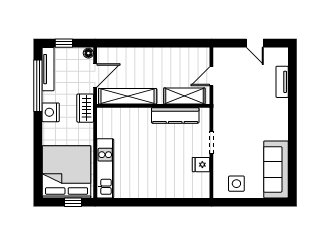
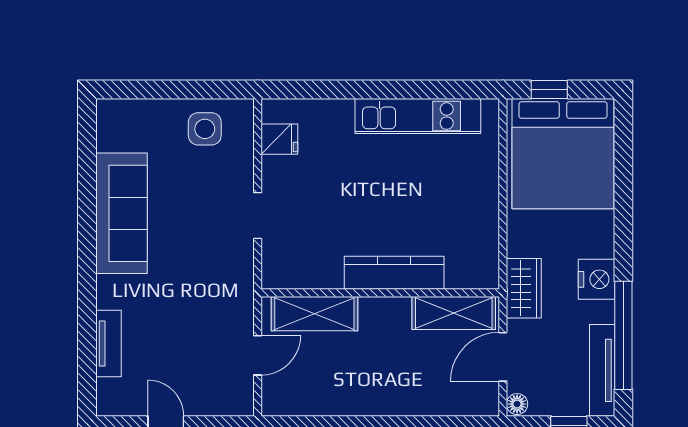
shelving: (128, 96) -> (454, 313), width x0.68
kitchen counter: (175, 115) -> (394, 273), moved
fridge: (201, 165) -> (279, 139), moved
kitchen unit: (105, 168) -> (418, 116), moved, turned -90
sofa: (276, 169) -> (121, 213), moved

